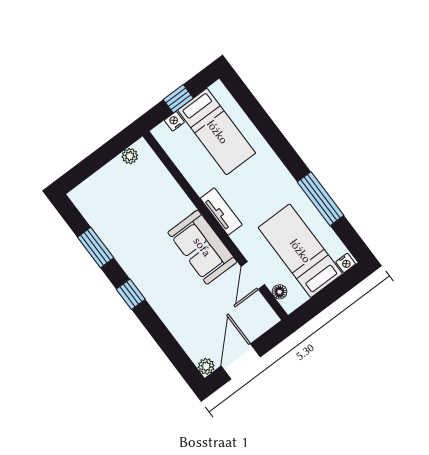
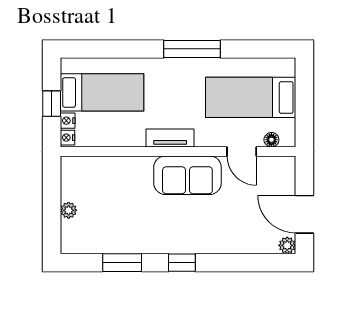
plant: (130, 156) -> (69, 210), moved
window: (320, 199) -> (192, 49), moved
nightstand: (346, 263) -> (67, 138), moved, turned 180

